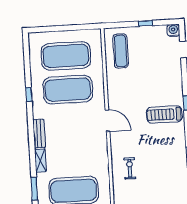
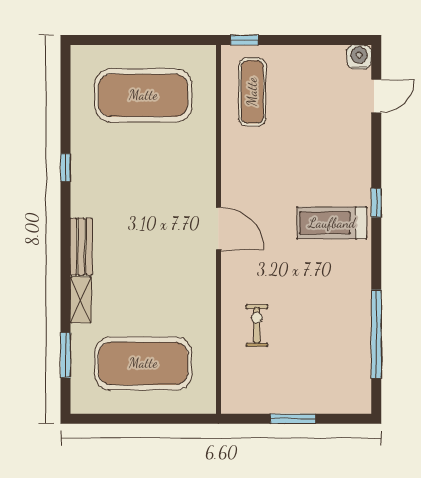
window: (146, 23) -> (244, 40), moved
exercise mat: (68, 90) -> (143, 162), removed

